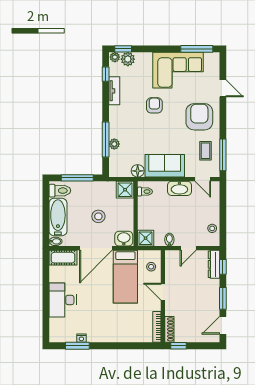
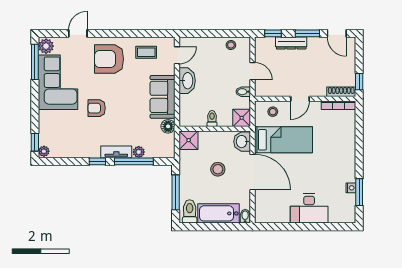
plant: (128, 59) -> (46, 46), moved
window: (106, 74) -> (97, 161), moved
tv unit: (114, 91) -> (116, 152), moved
window: (223, 155) -> (151, 33), removed
toilet: (145, 192) -> (212, 118), moved
cot: (63, 258) -> (263, 208), removed
dresser: (214, 264) -> (291, 43), moved

